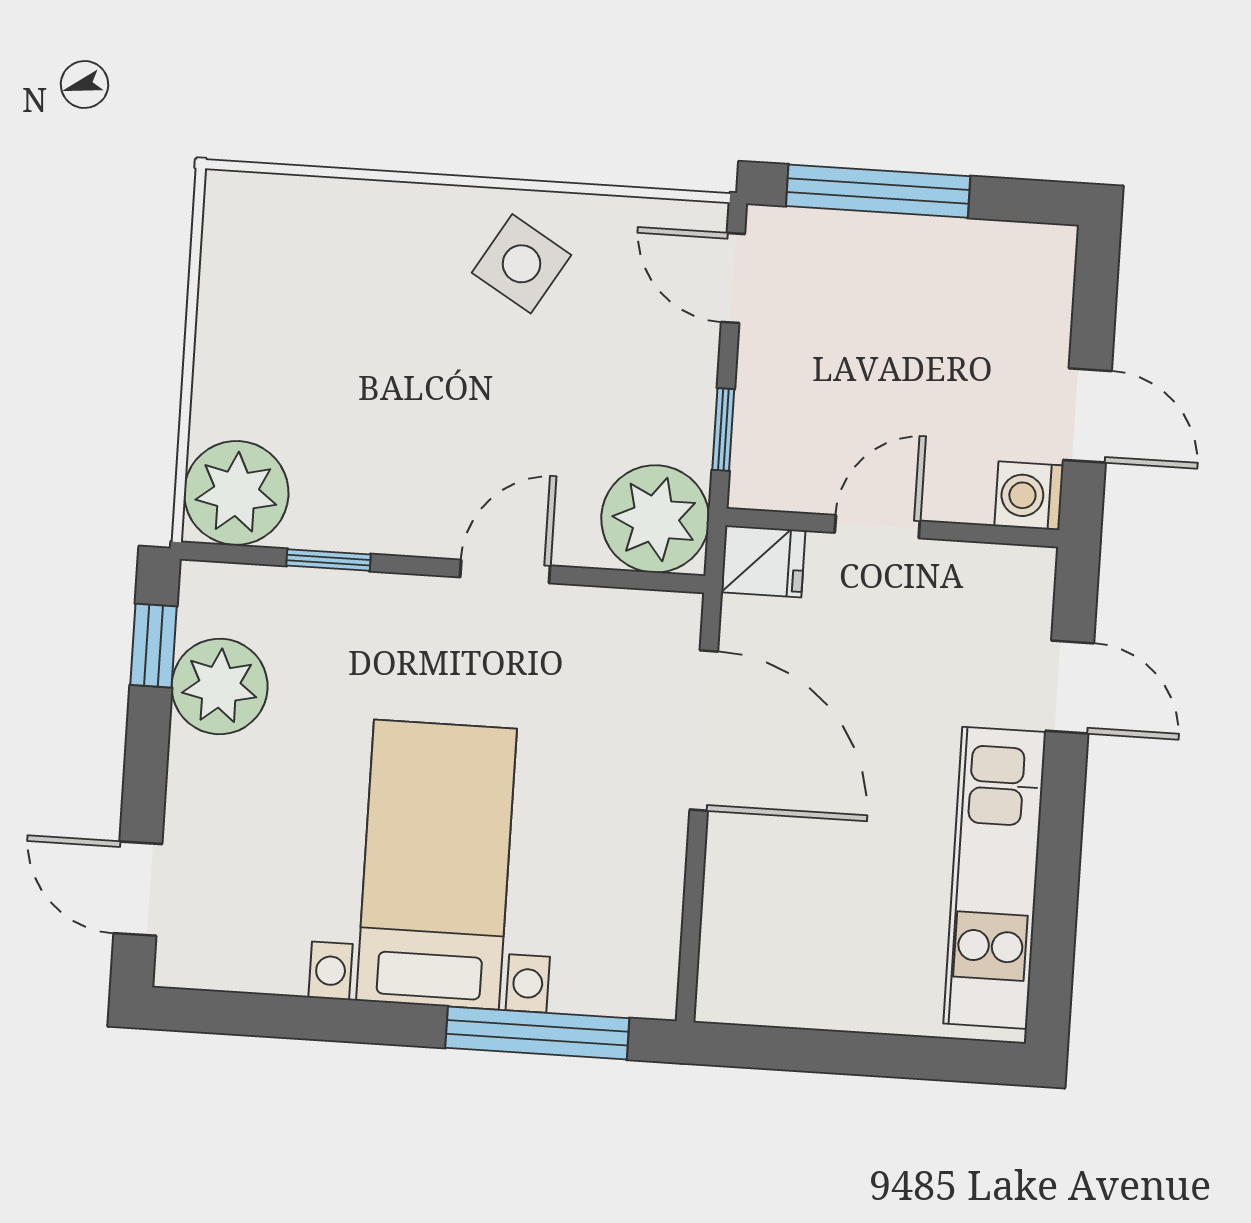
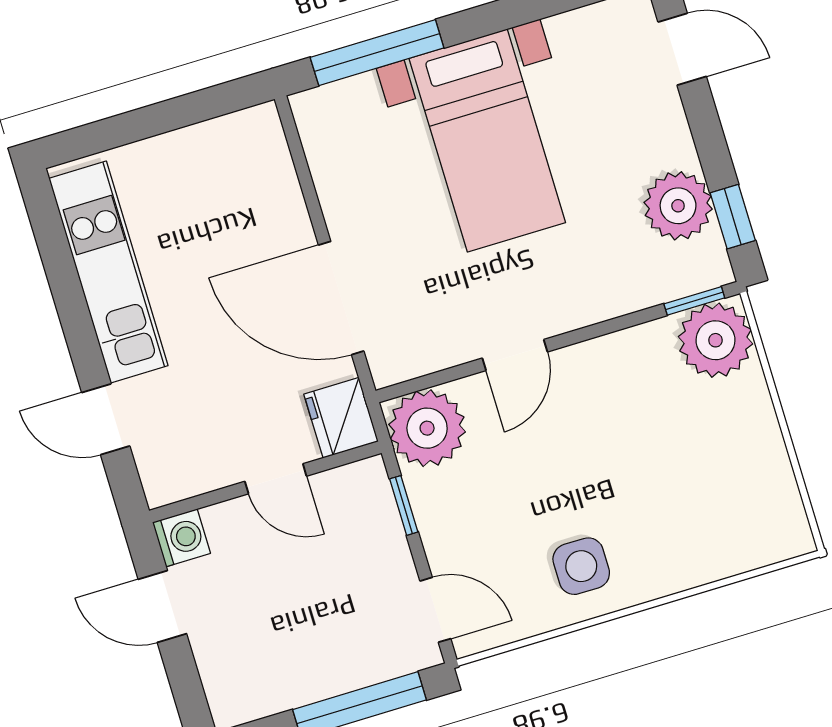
side table: (521, 264) -> (581, 566), turned -31
door: (877, 527) -> (276, 479), hinge flipped
window: (328, 560) -> (694, 301), moved
fridge: (763, 561) -> (341, 418), width x1.38

